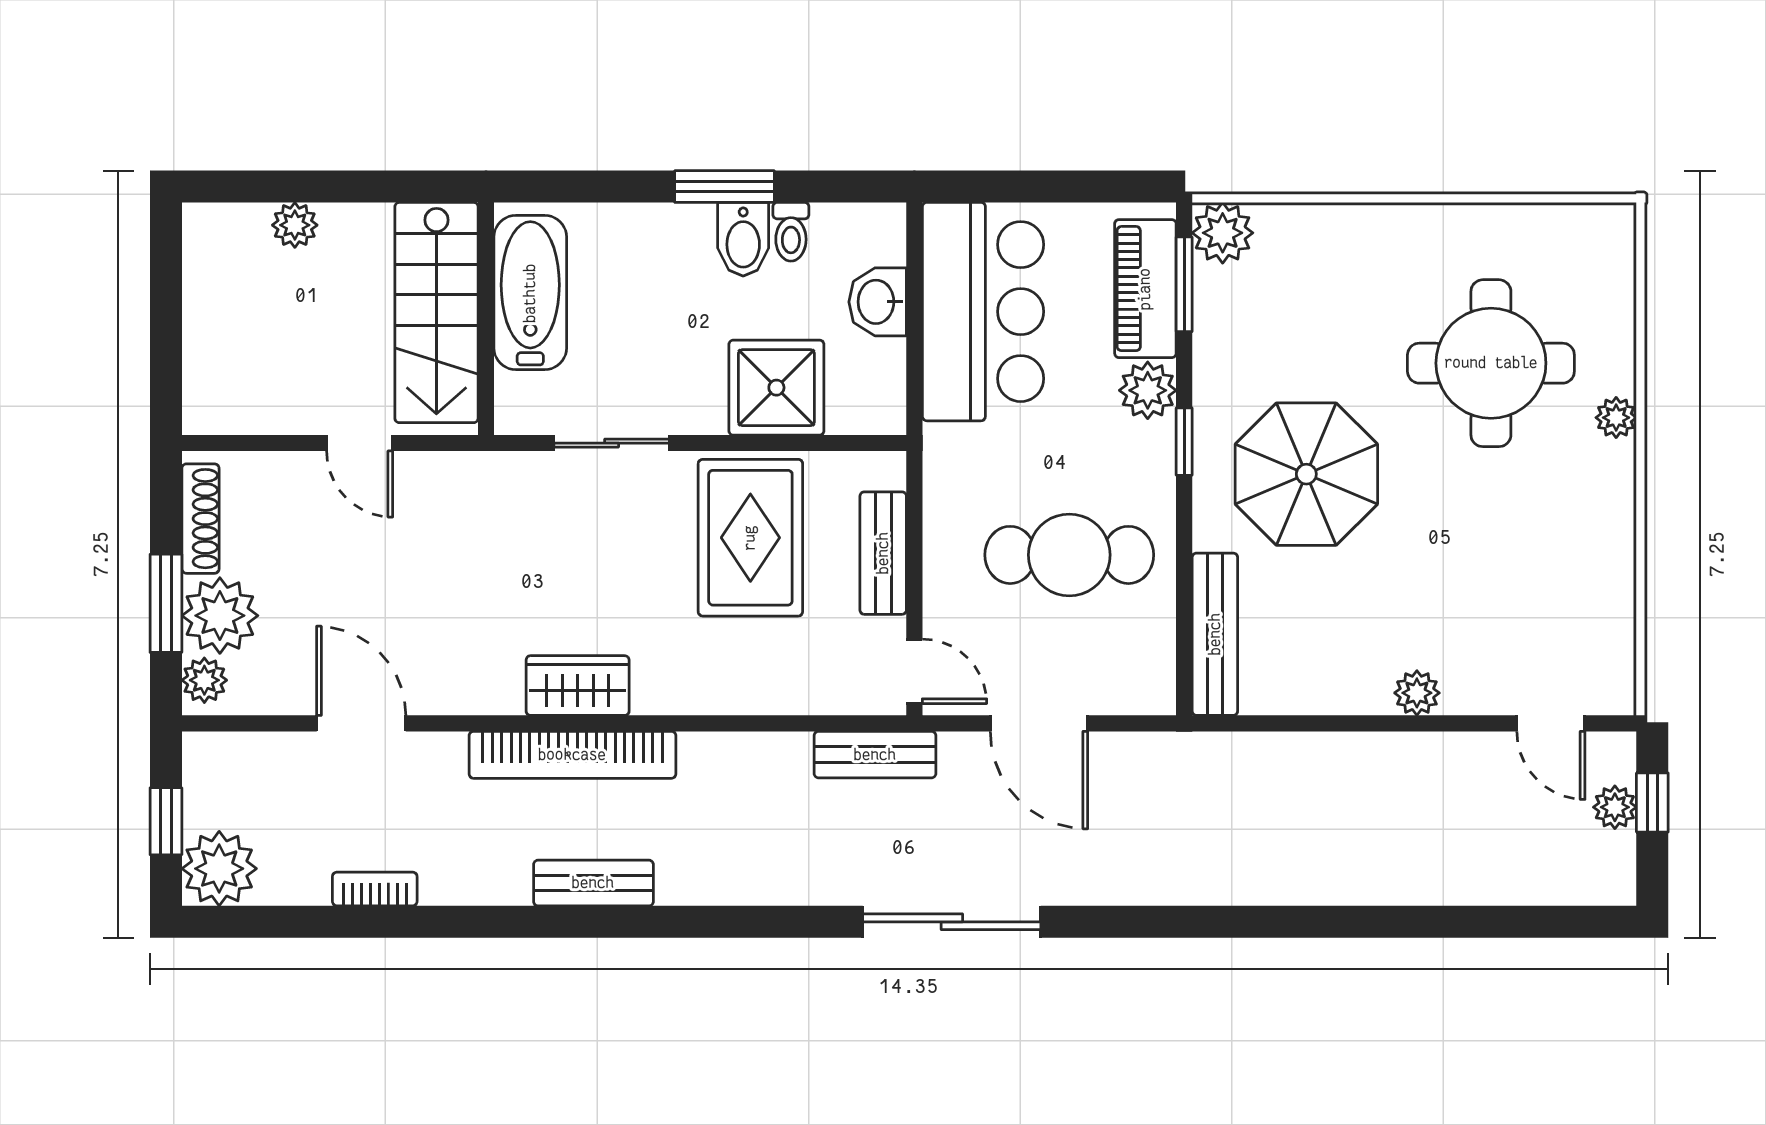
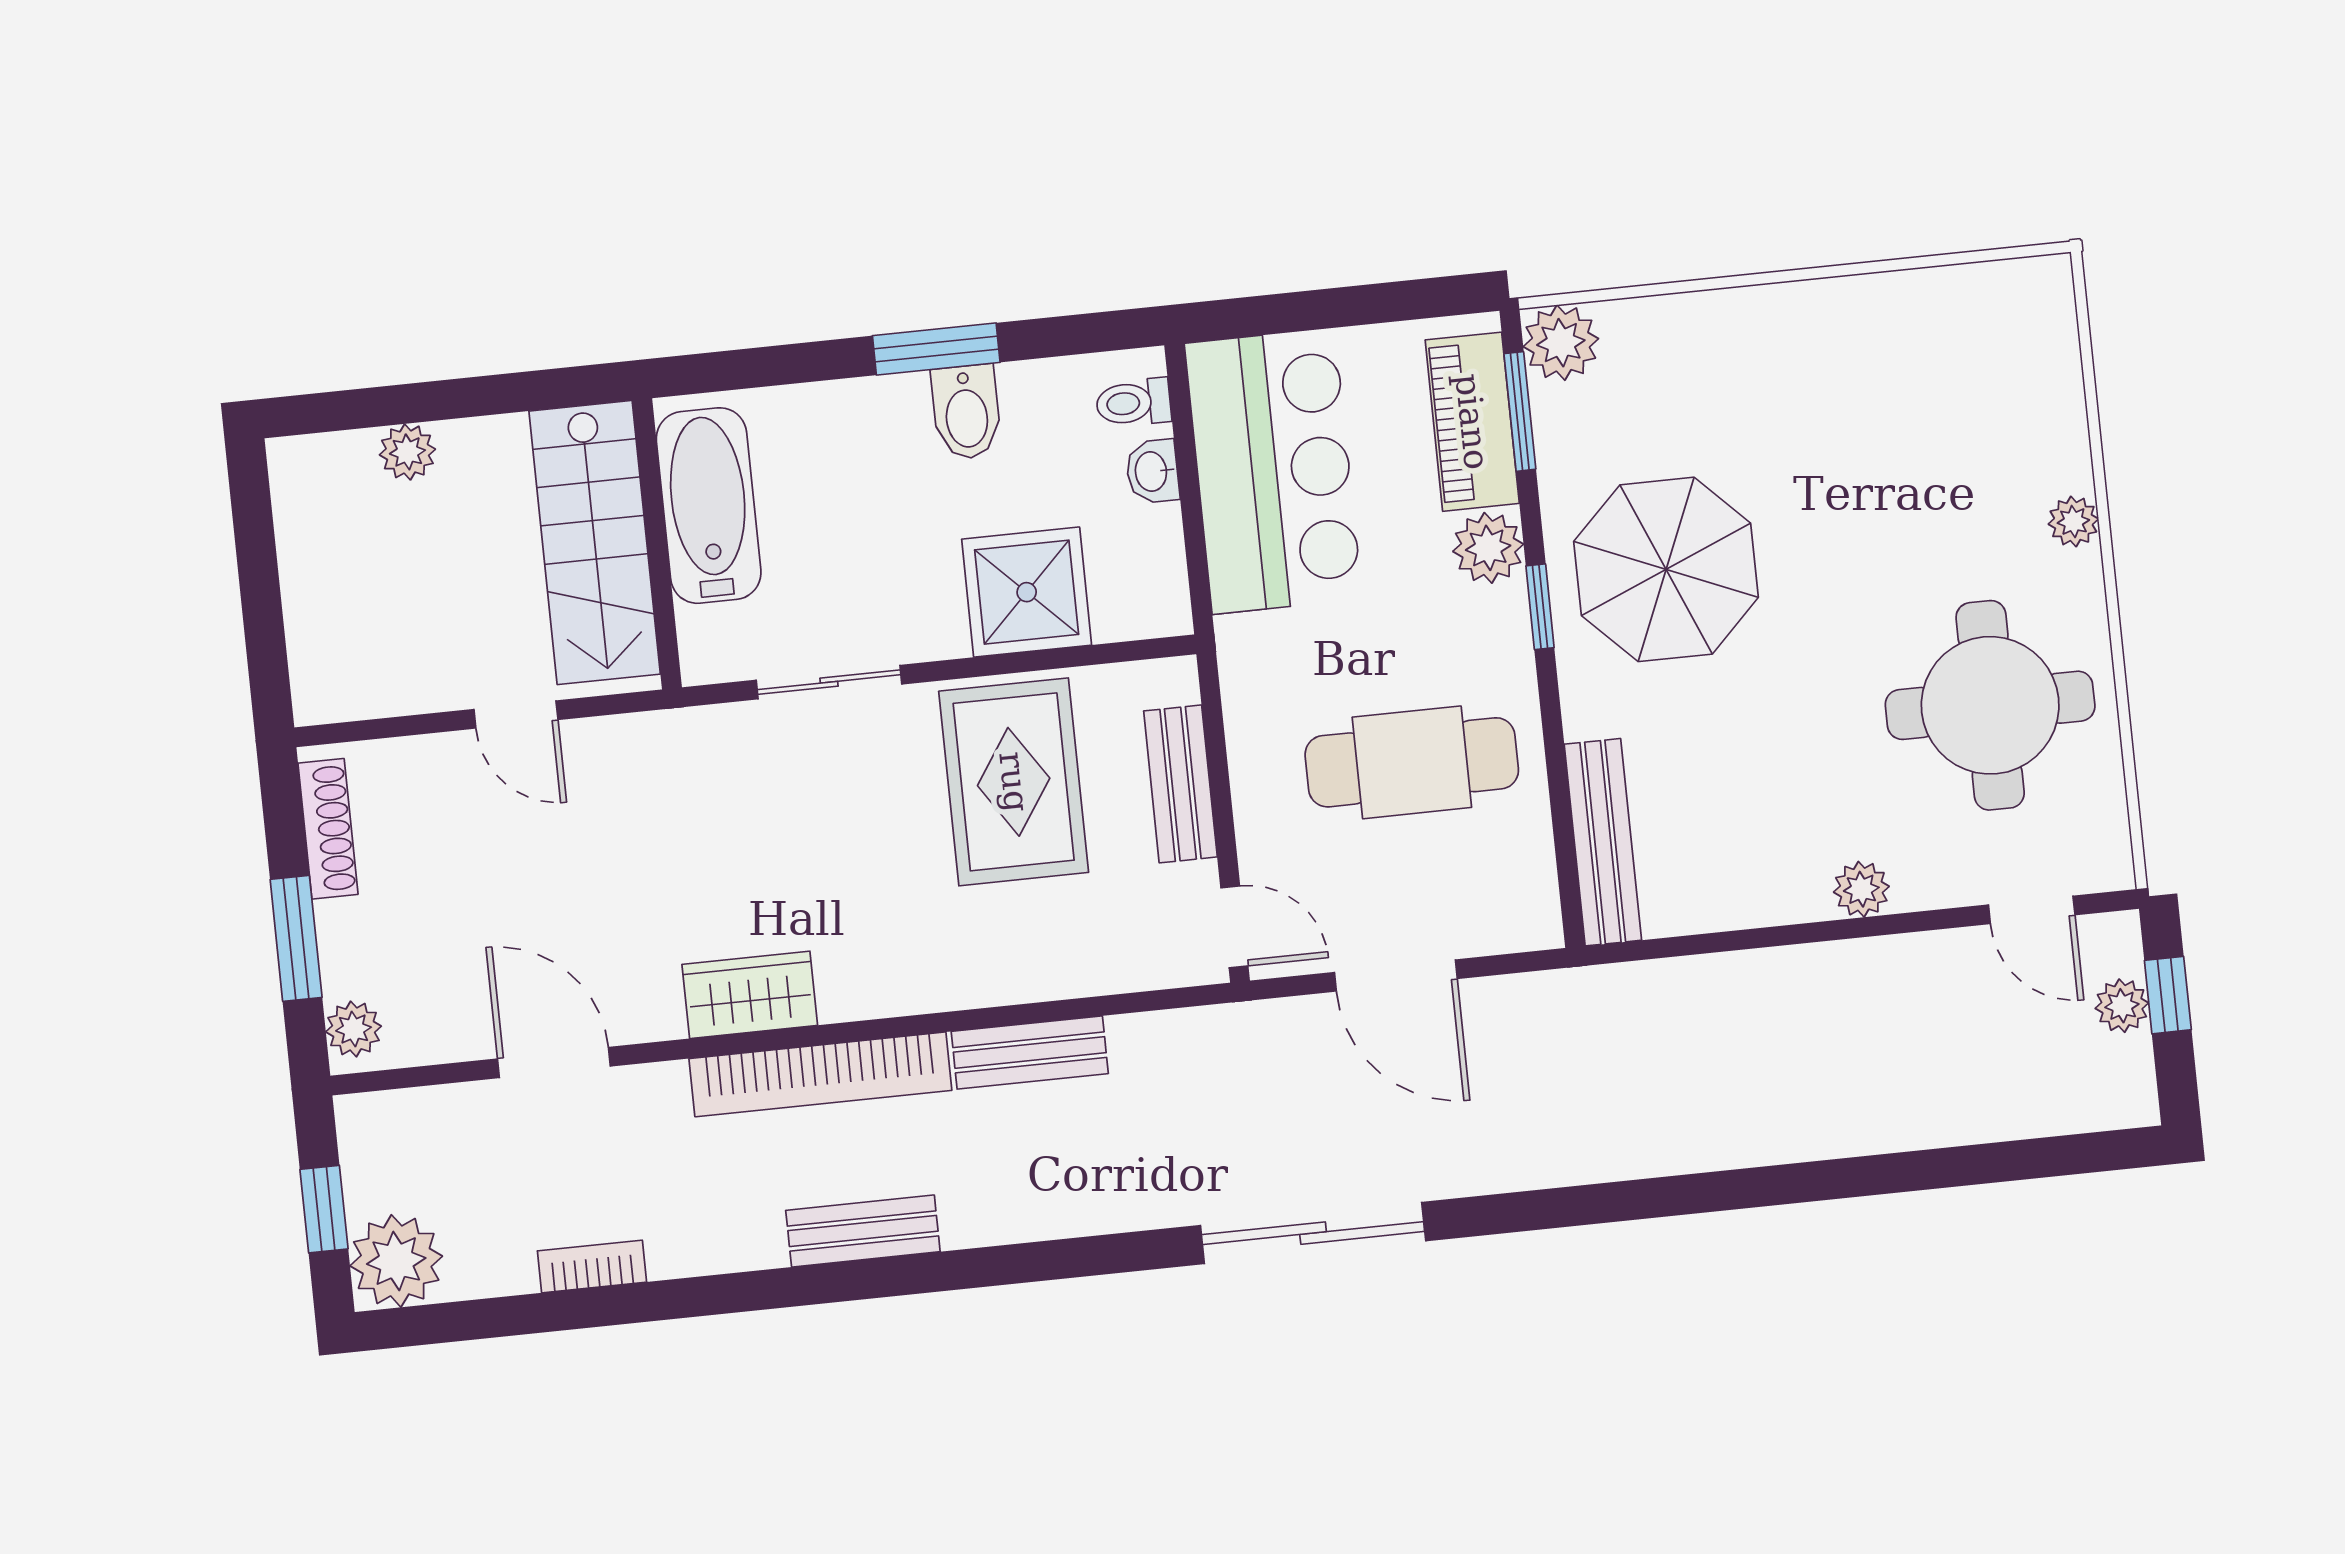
toilet: (791, 232) -> (1133, 403), moved, turned 90
washbasin: (878, 302) -> (1152, 471), width x0.72, depth x0.69
round table: (1491, 363) -> (1990, 705), moved
parasol: (1306, 474) -> (1666, 569), moved
plant: (220, 616) -> (365, 947), removed
wardrobe: (578, 686) -> (750, 995), moved
bench: (875, 755) -> (1030, 1052), moved

